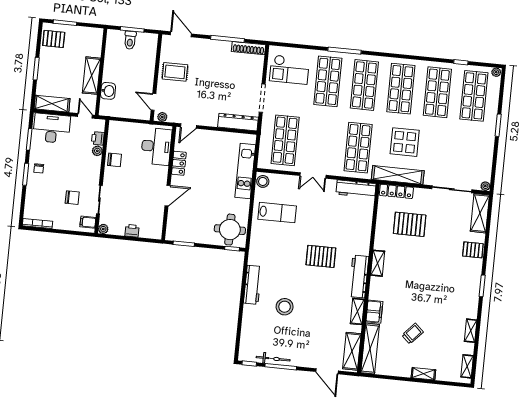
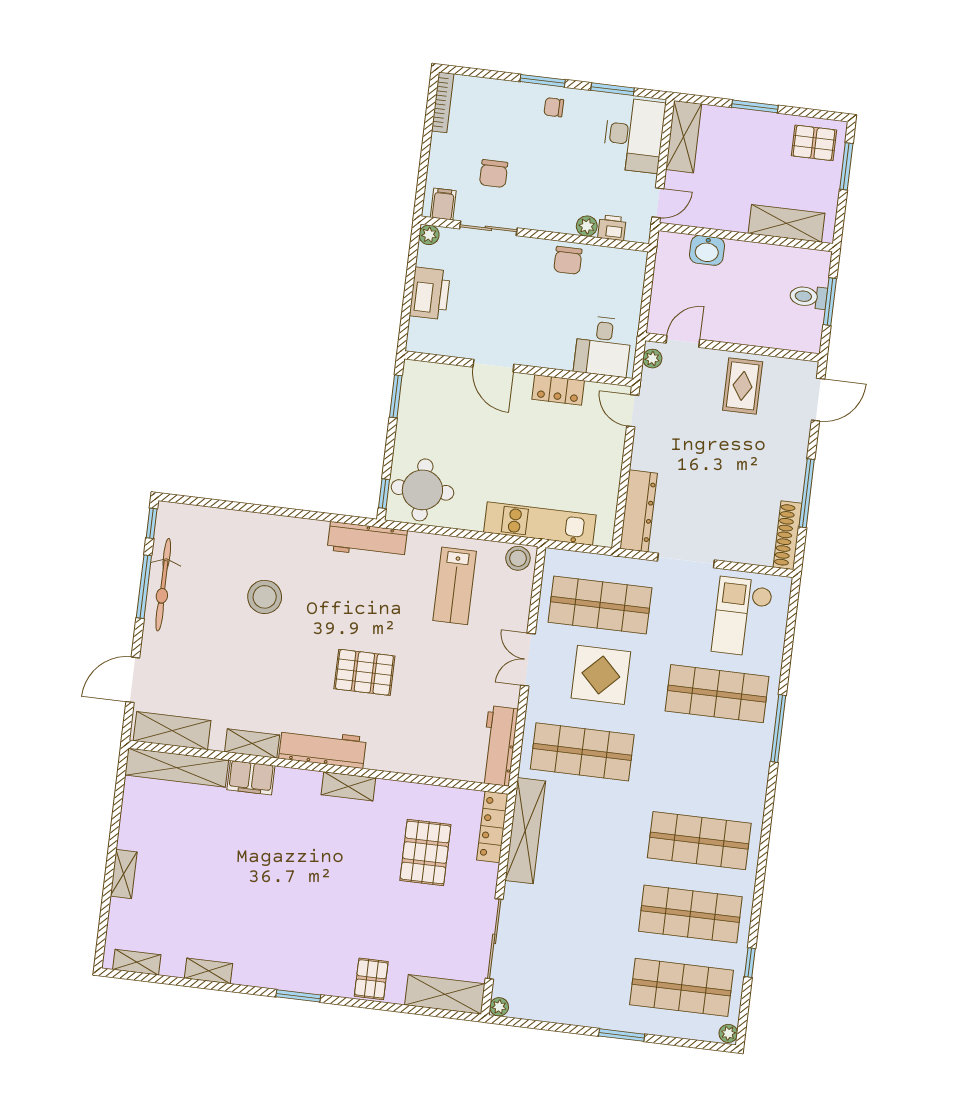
pallet: (54, 39) -> (814, 143), turned 90
shelving: (92, 76) -> (787, 223), moved
shop shelf: (364, 85) -> (708, 767), removed
display table: (405, 142) -> (601, 675), moved
desk: (156, 146) -> (603, 346), width x0.73
printer: (132, 231) -> (430, 293), width x1.87, depth x1.48
pallet: (321, 256) -> (364, 672), turned 90
workbench: (253, 285) -> (367, 540), moved
trolley: (413, 334) -> (205, 854), removed
bicycle: (273, 359) -> (163, 585), width x1.37, depth x1.40

